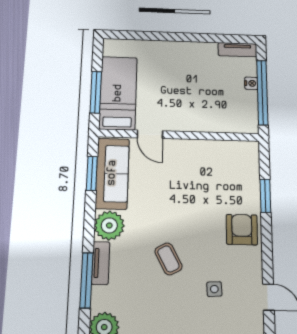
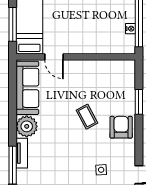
nightstand: (251, 83) -> (130, 29), moved
window: (92, 173) -> (13, 88), removed
coffee table: (168, 259) -> (87, 117), moved

